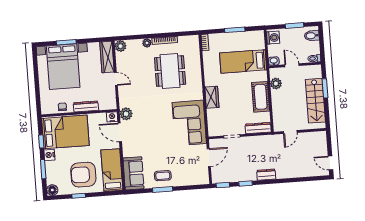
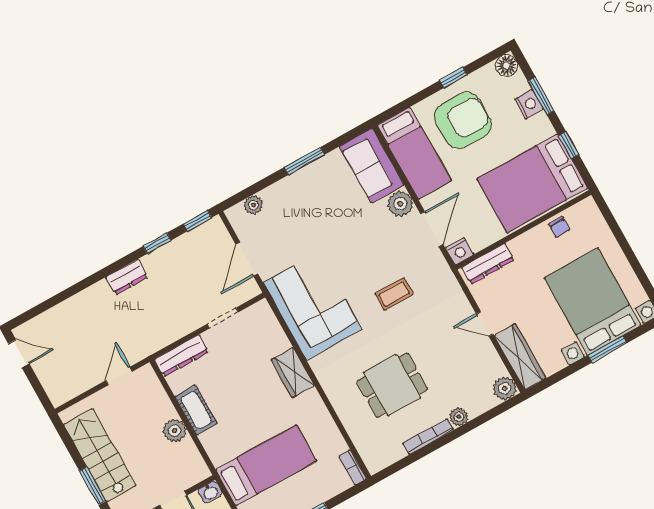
dining table: (170, 71) -> (392, 385), width x0.73
plant: (276, 84) -> (175, 431), moved
cot: (261, 97) -> (196, 410), width x0.73, depth x0.75
dresser: (86, 106) -> (488, 264), moved
plant: (126, 114) -> (400, 204), moved
door: (120, 132) -> (432, 229), hinge flipped
nightstand: (49, 155) -> (529, 104), moved
coffee table: (163, 176) -> (394, 294), moved
plant: (195, 180) -> (253, 205), added

